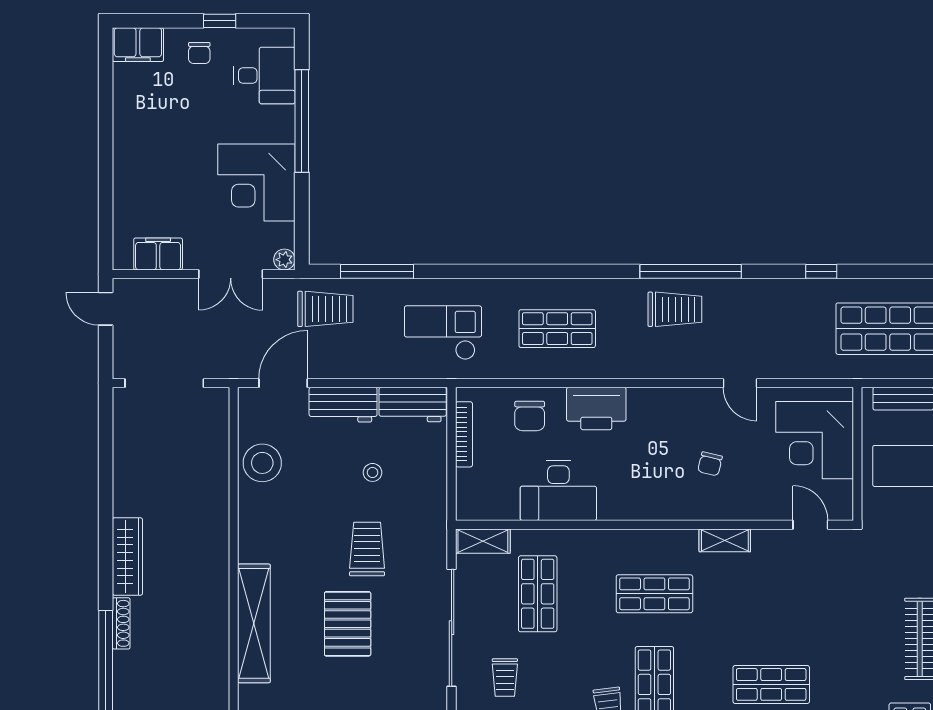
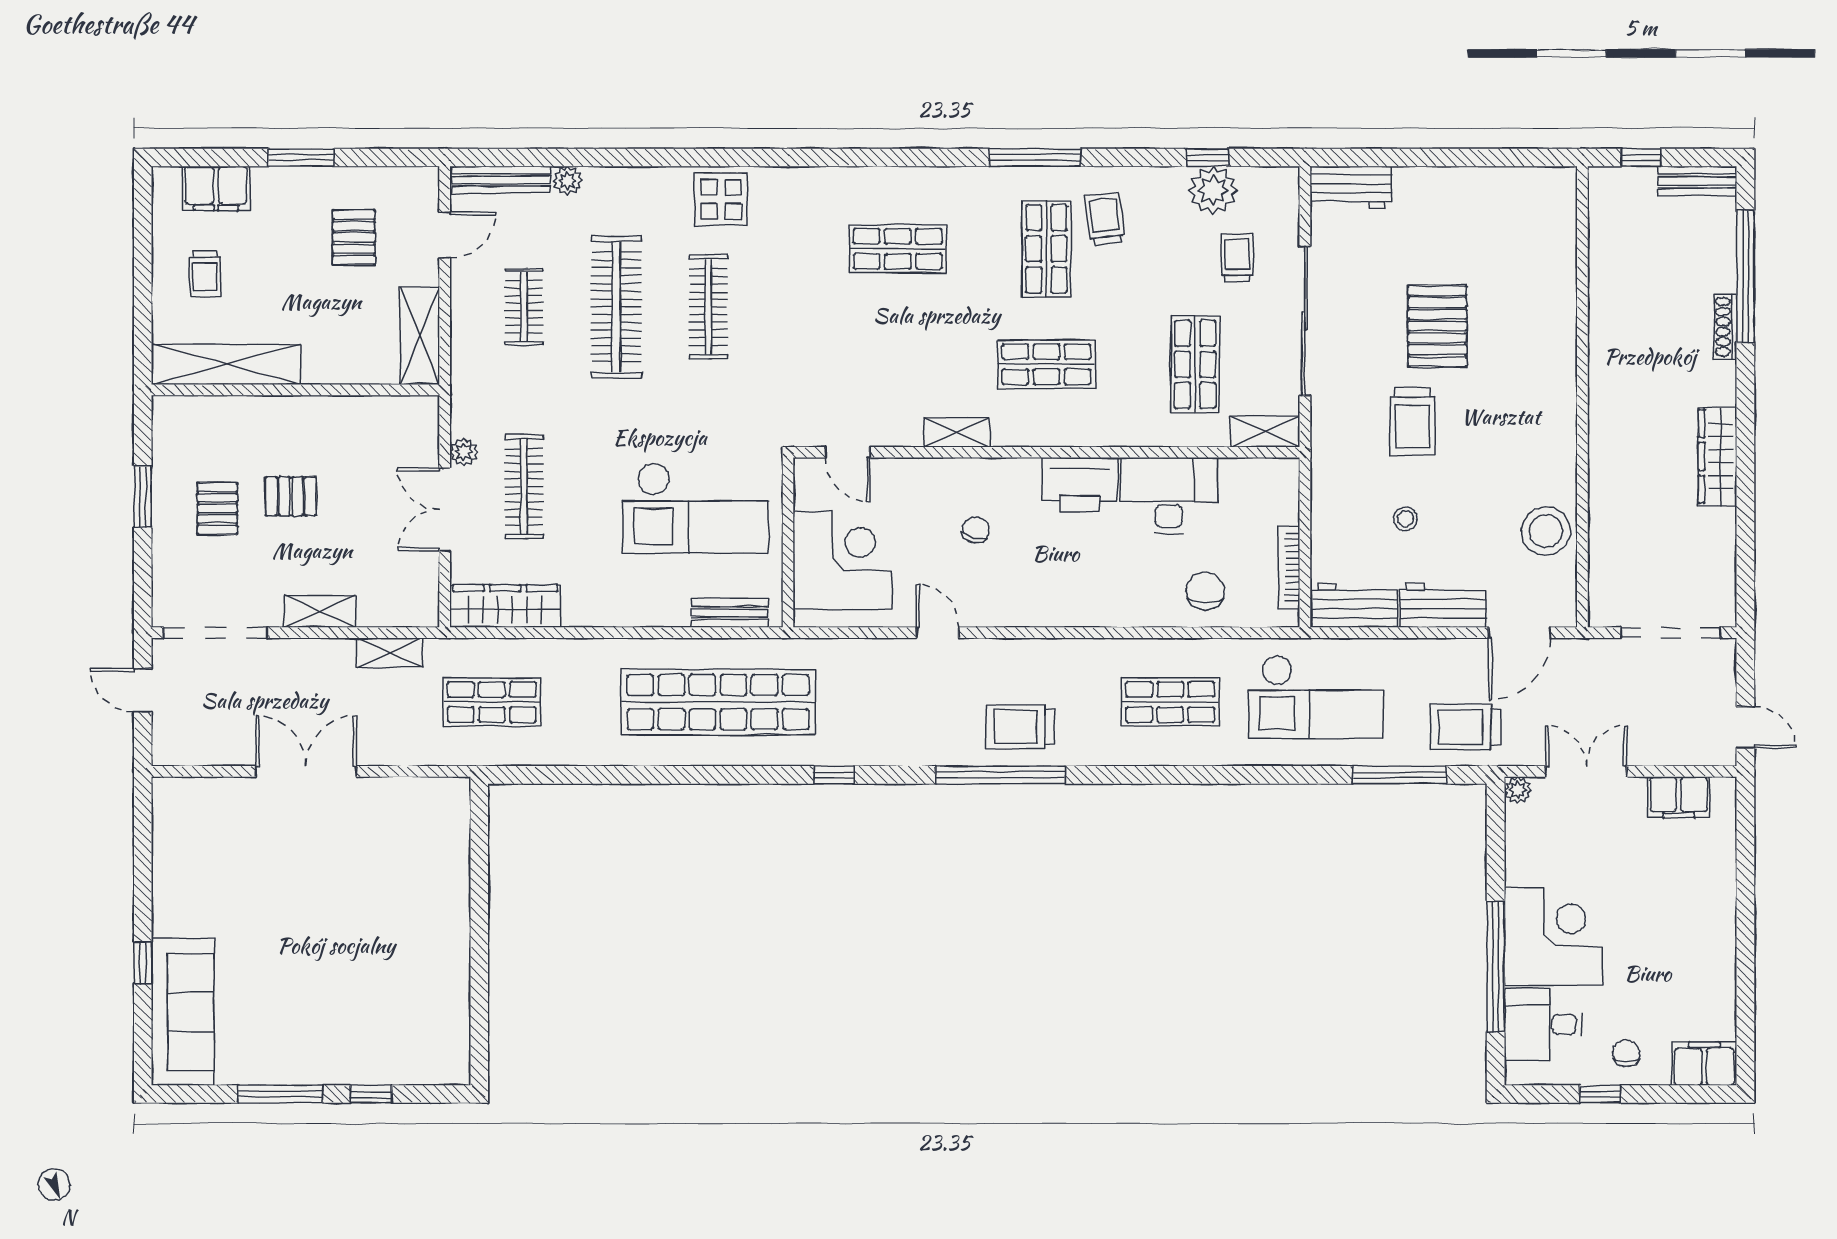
corner desk: (256, 182) -> (1553, 936), moved
checkout: (443, 333) -> (1316, 697), width x1.36, depth x1.21
printer: (596, 408) -> (1080, 485), moved, turned 180
wardrobe: (127, 557) -> (1718, 456), moved
shelving: (254, 623) -> (1557, 327), removed

